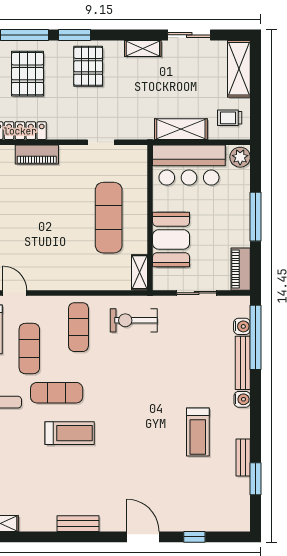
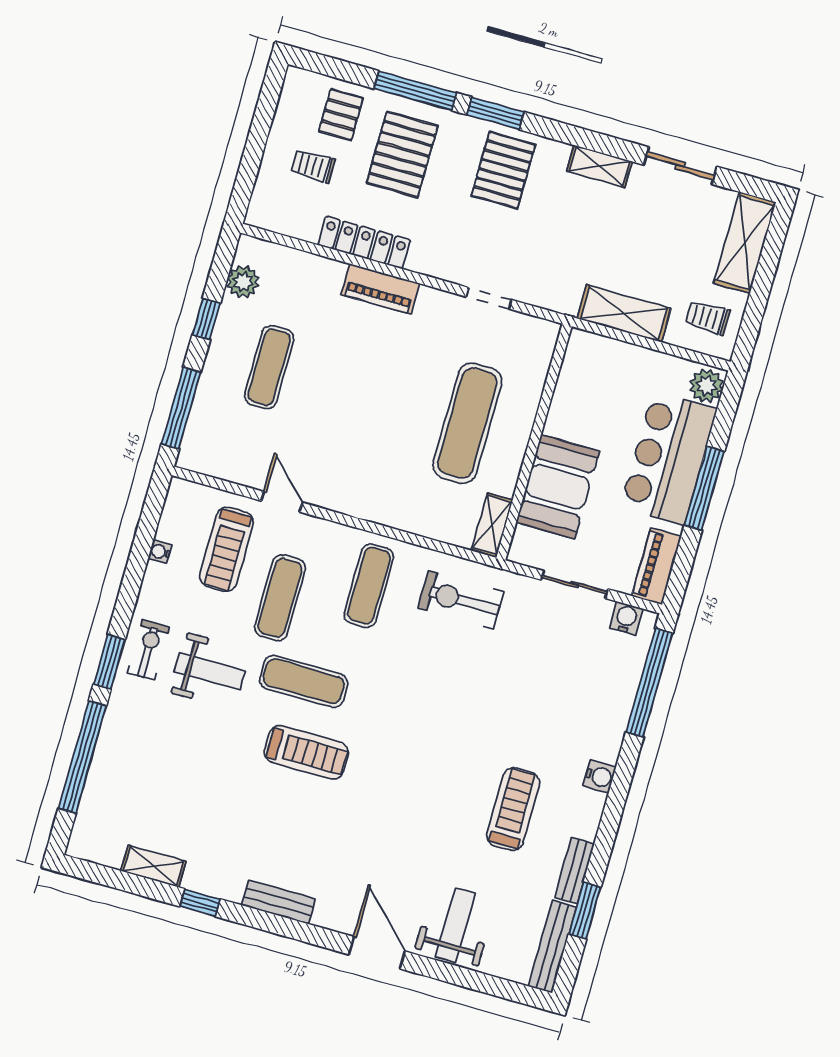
bar counter: (189, 165) -> (669, 458), moved, turned 90
water cooler: (242, 326) -> (626, 618), moved, turned -90
bench: (243, 363) -> (552, 947), moved
treadmill: (198, 432) -> (513, 809), turned 180
weight bench: (184, 508) -> (456, 925), added
window: (194, 537) -> (200, 903), moved

